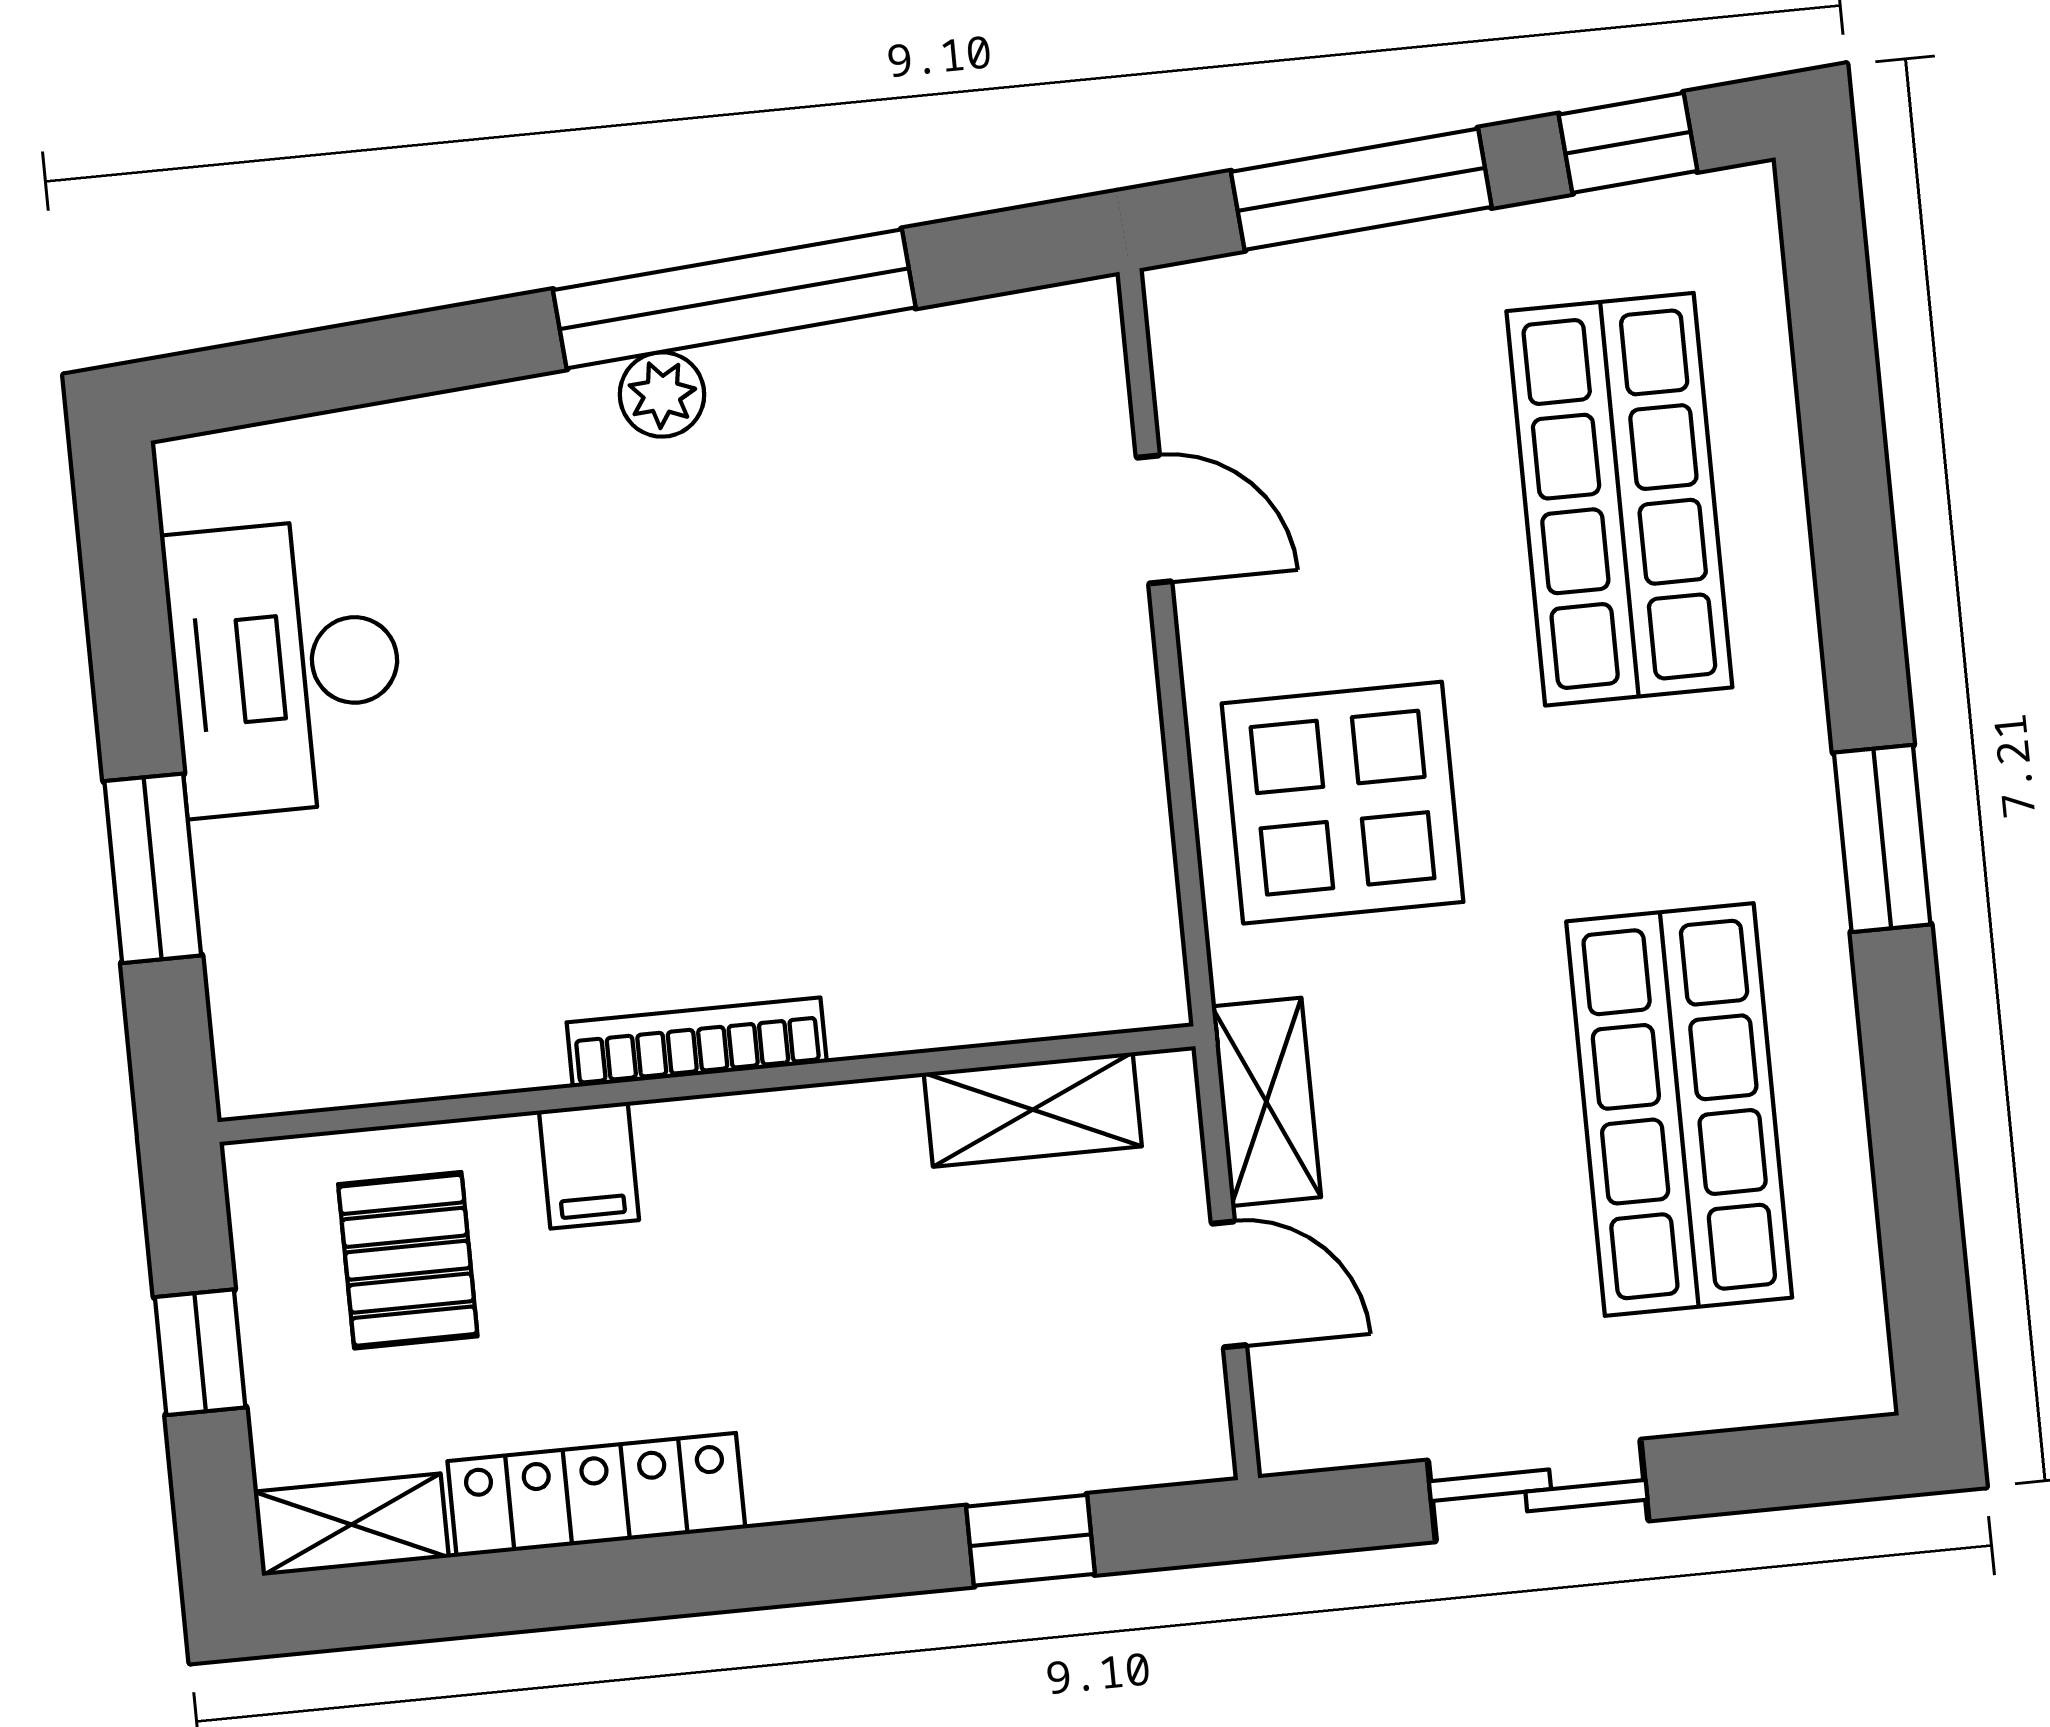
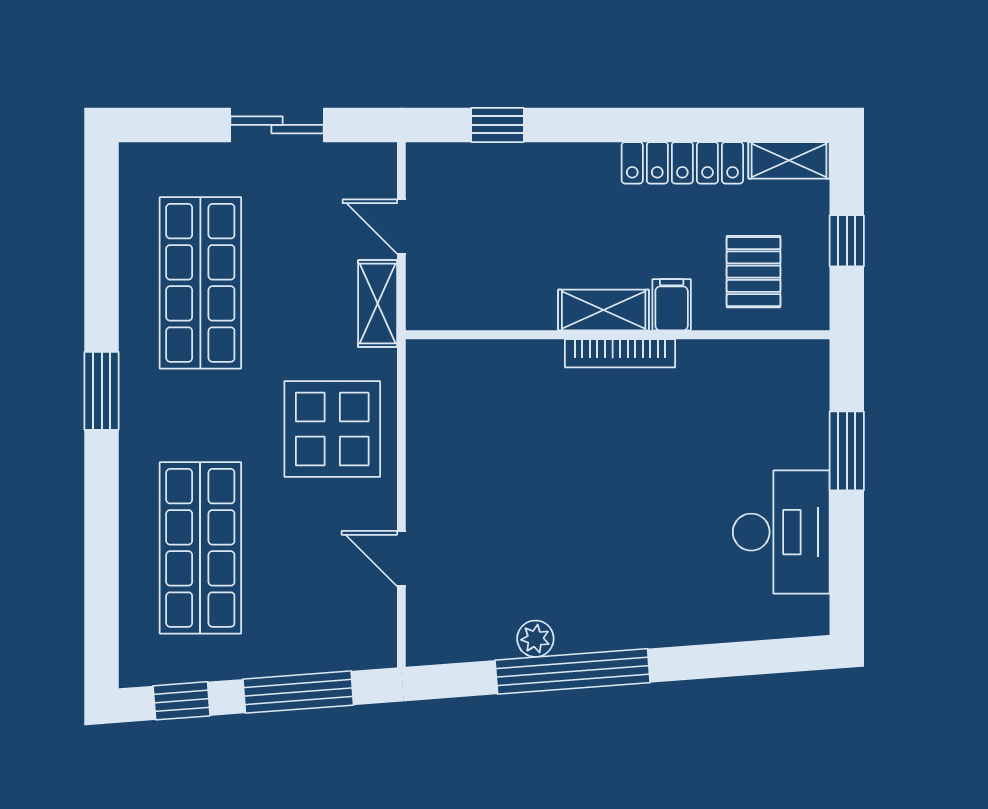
plant: (662, 394) -> (535, 639), moved
shelving: (1033, 1110) -> (604, 310), moved

